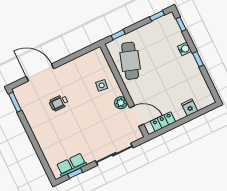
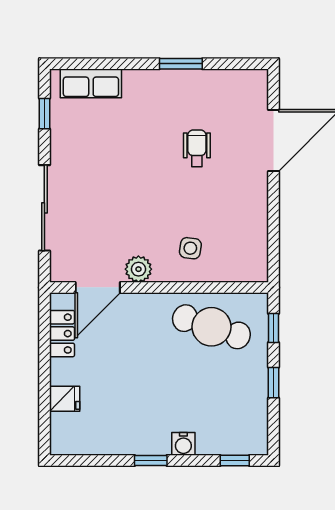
window: (157, 16) -> (273, 383), moved
window: (15, 102) -> (181, 64), moved
row of seats: (71, 165) -> (91, 83), moved, turned 90

